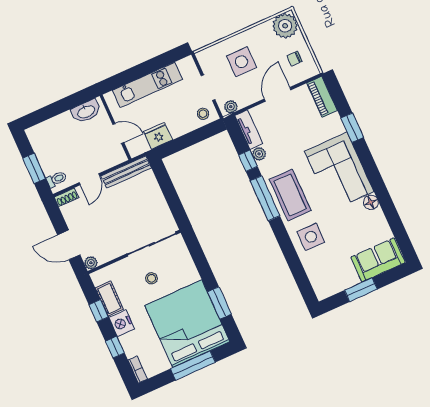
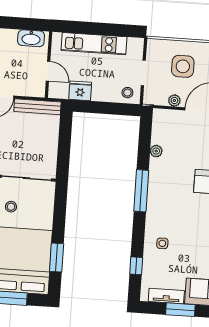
plant: (231, 107) -> (174, 100), moved
tv unit: (249, 130) -> (166, 296), moved, turned -90
window: (248, 161) -> (136, 266), moved
coffee table: (290, 195) -> (164, 199), removed
side table: (311, 237) -> (162, 243), width x0.54, depth x0.54

